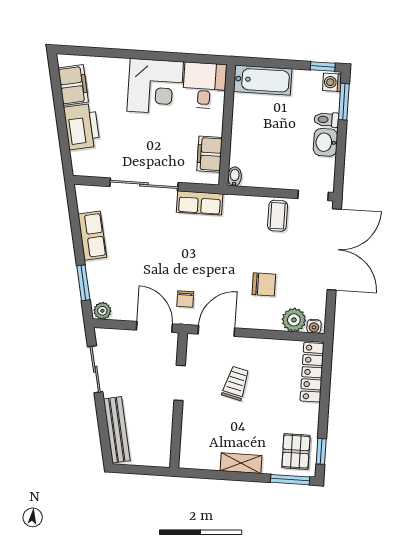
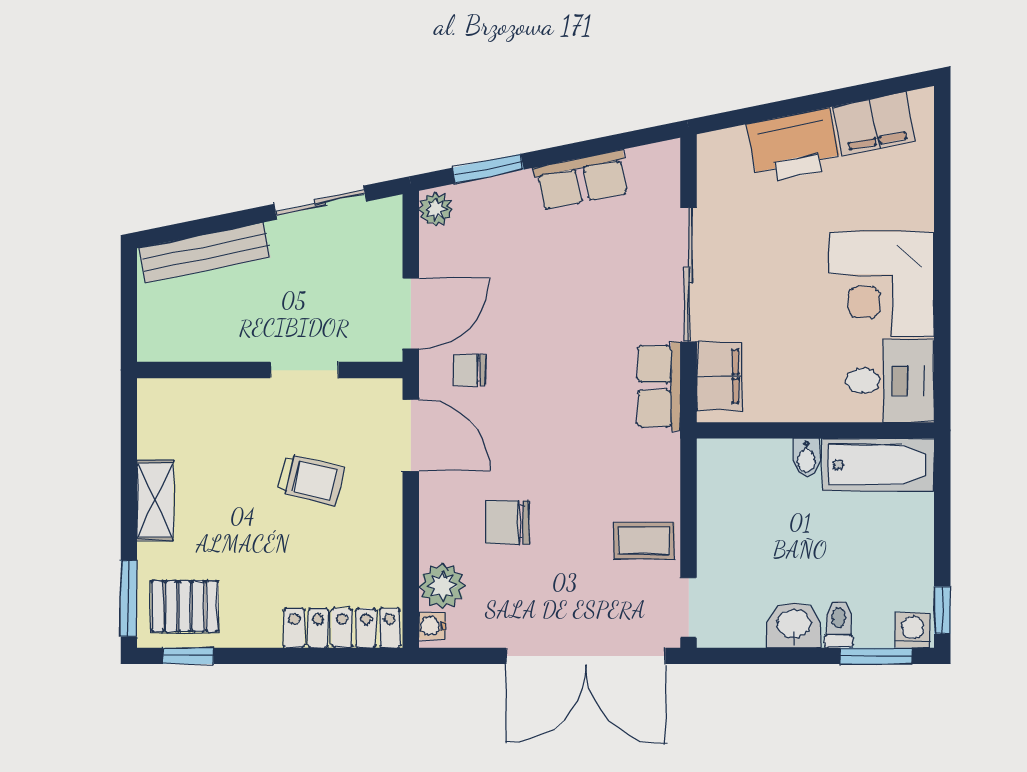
bathtub: (263, 80) -> (878, 465), moved, turned -90
filing cabinet: (210, 154) -> (719, 376), moved, turned 90
bidet: (235, 176) -> (806, 458), moved, turned 90
chair: (264, 284) -> (508, 522), turned 90

